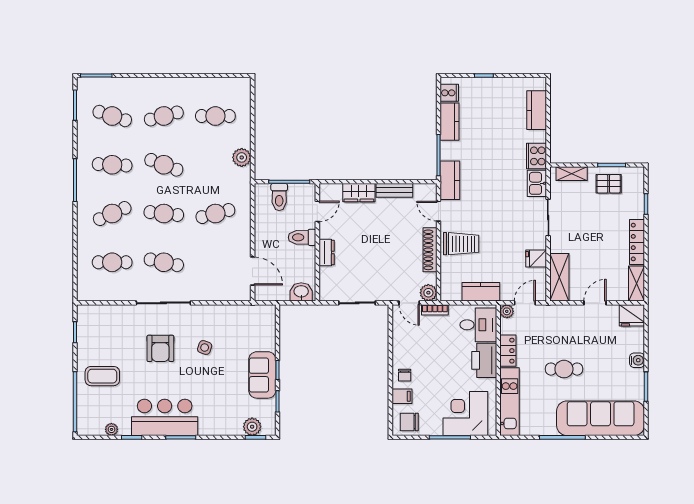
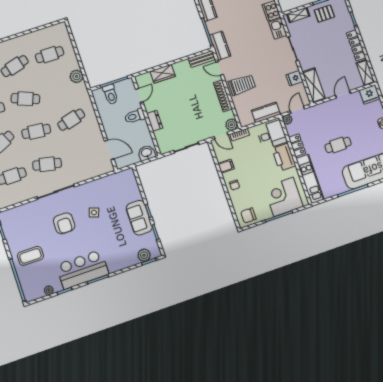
bench: (394, 190) -> (202, 59), moved
filing cabinet: (402, 396) -> (226, 166), moved

